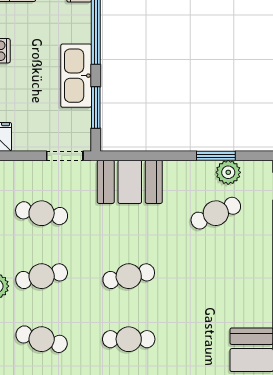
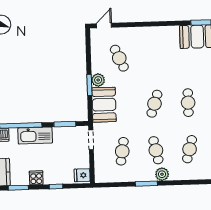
kitchen sink: (76, 76) -> (35, 136), moved
window: (216, 156) -> (89, 85), moved
plant: (228, 172) -> (98, 80), moved
cafe table: (129, 276) -> (154, 104), turned 30

